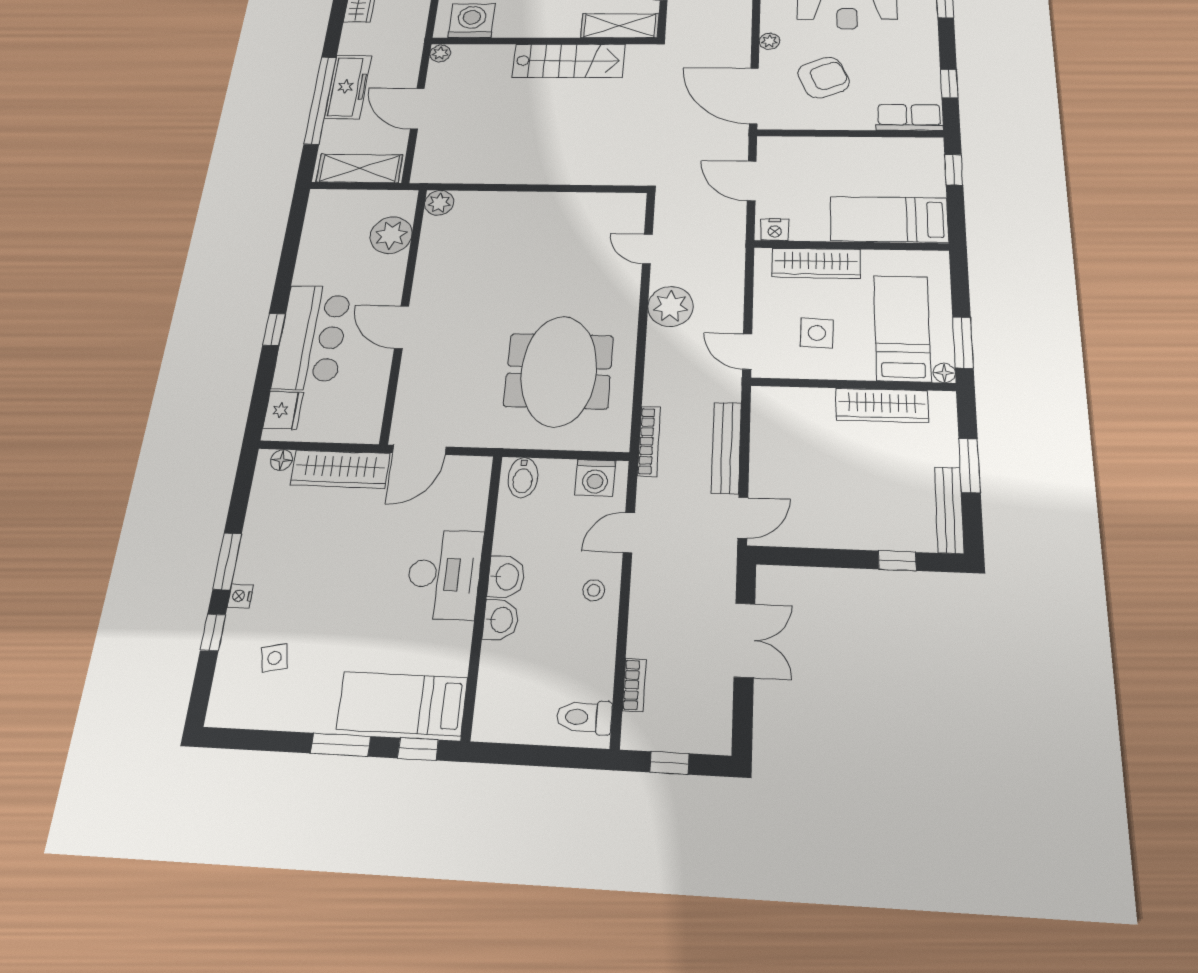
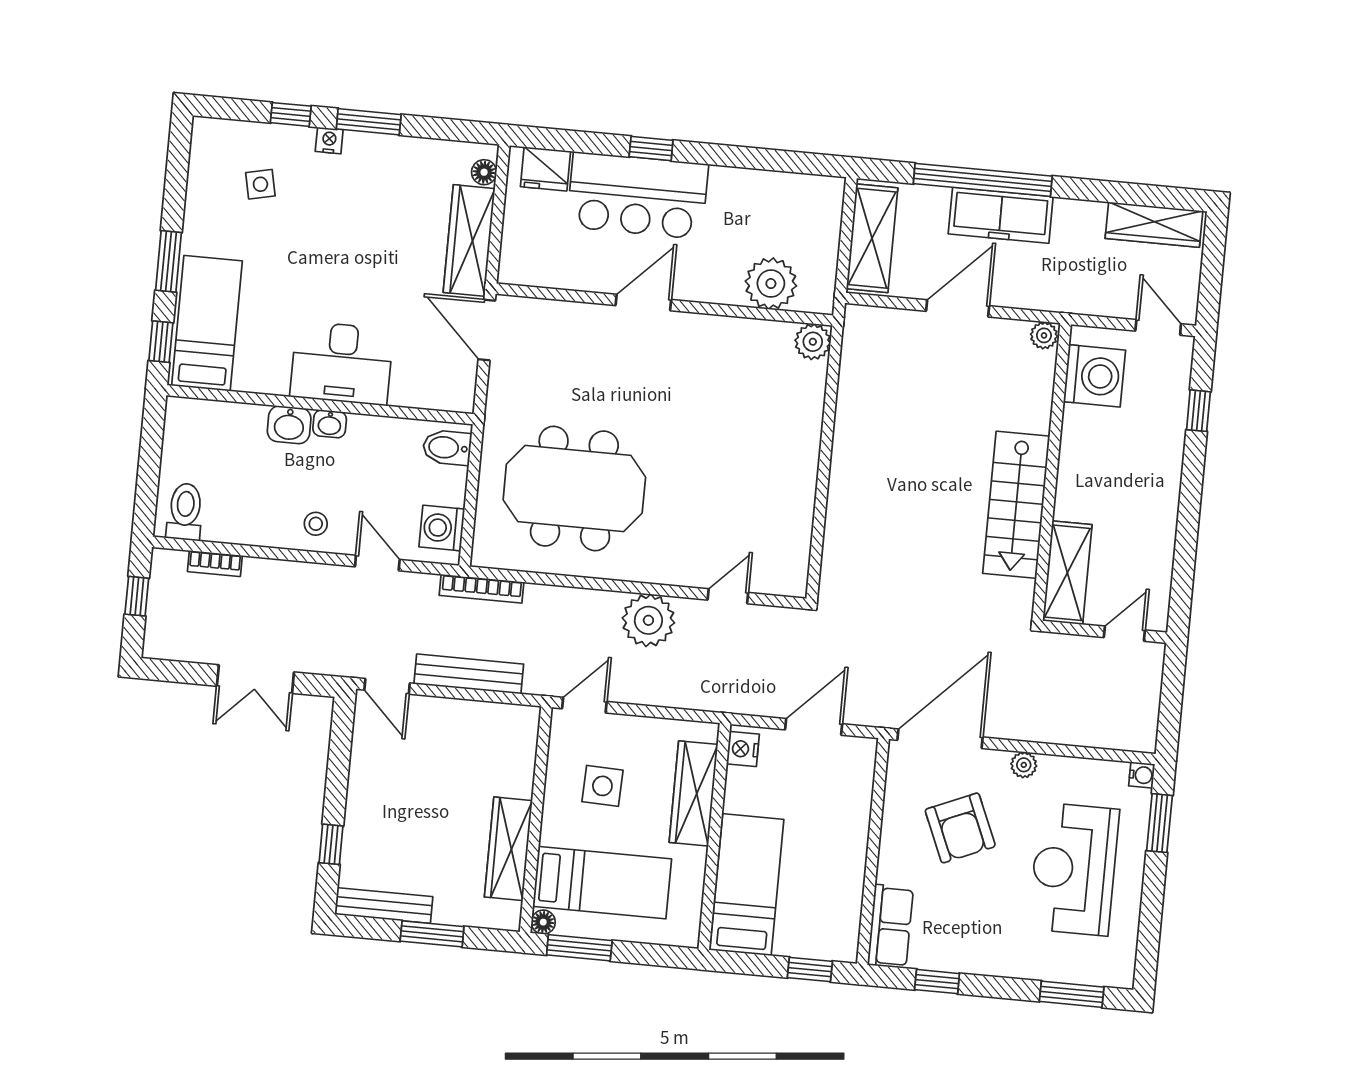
washbasin: (506, 577) -> (330, 424), width x0.72, depth x0.69

